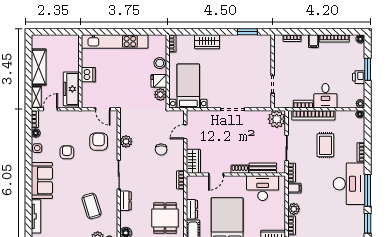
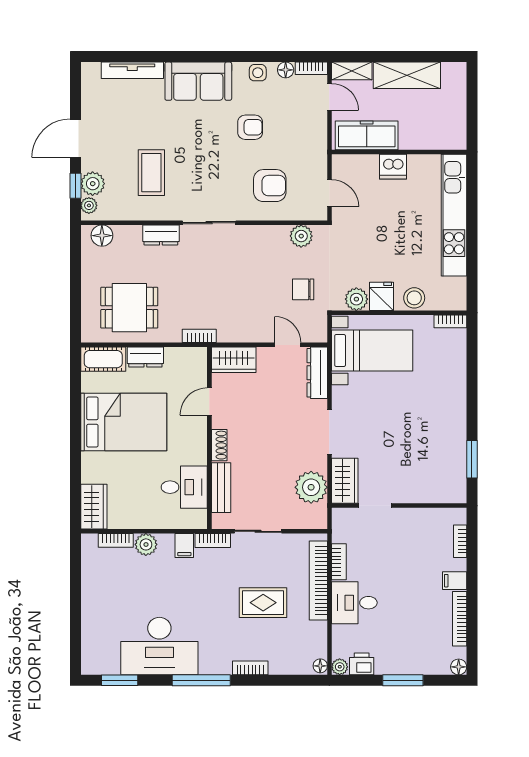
wardrobe: (207, 42) -> (345, 481), moved, turned 180
printer: (359, 77) -> (362, 664), moved
door: (103, 109) -> (329, 193), swing flipped
dresser: (200, 116) -> (317, 373), added
plant: (277, 119) -> (311, 487), moved
plant: (126, 141) -> (301, 236), moved
chair: (161, 149) -> (303, 289), moved
door: (216, 174) -> (209, 402), hinge flipped
desk: (349, 184) -> (159, 646), moved
desk: (263, 188) -> (184, 487), width x0.73
window: (368, 190) -> (201, 680), moved
coffee table: (92, 206) -> (151, 173), turned -73

